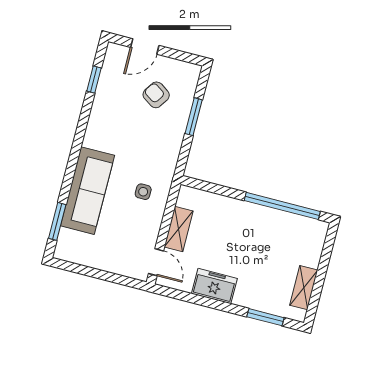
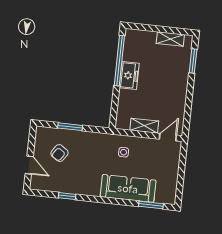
window: (94, 80) -> (67, 196), moved
freezer: (214, 286) -> (129, 75), moved, turned 180

